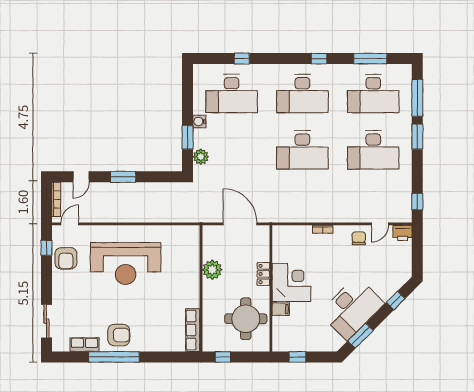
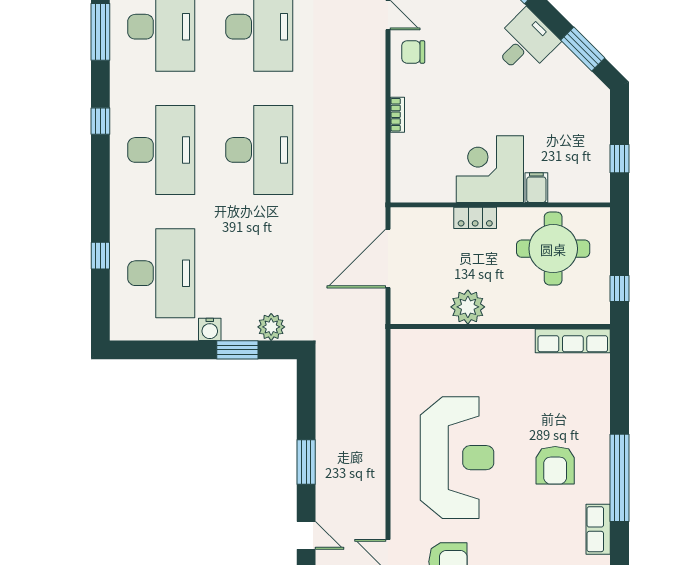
desk: (352, 308) -> (525, 43), width x0.53, depth x0.77
armchair: (119, 335) -> (555, 465), moved, turned 180

